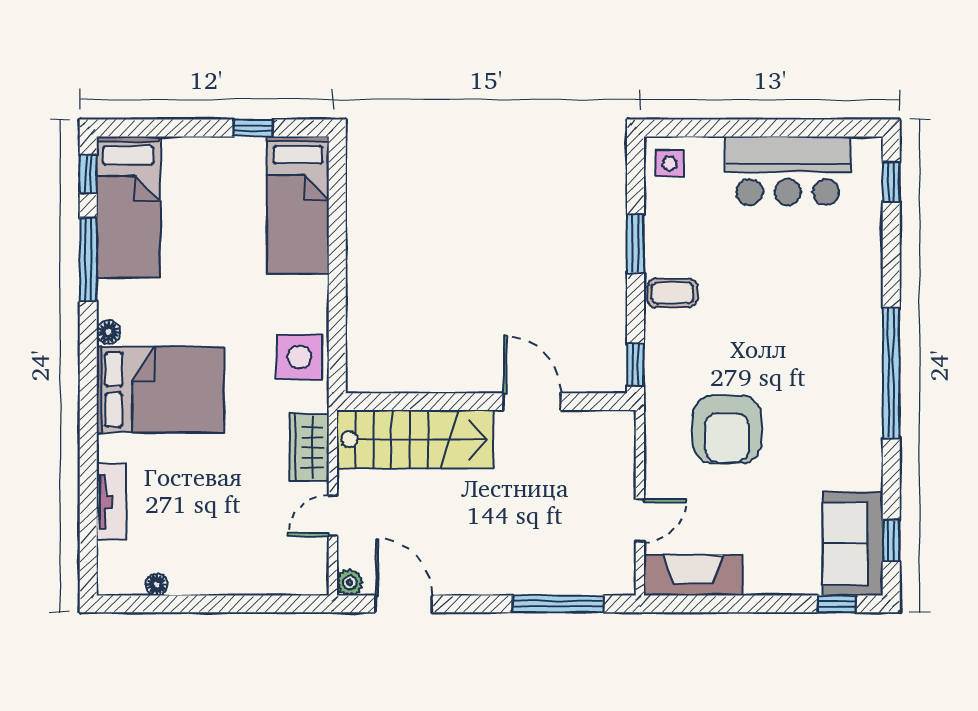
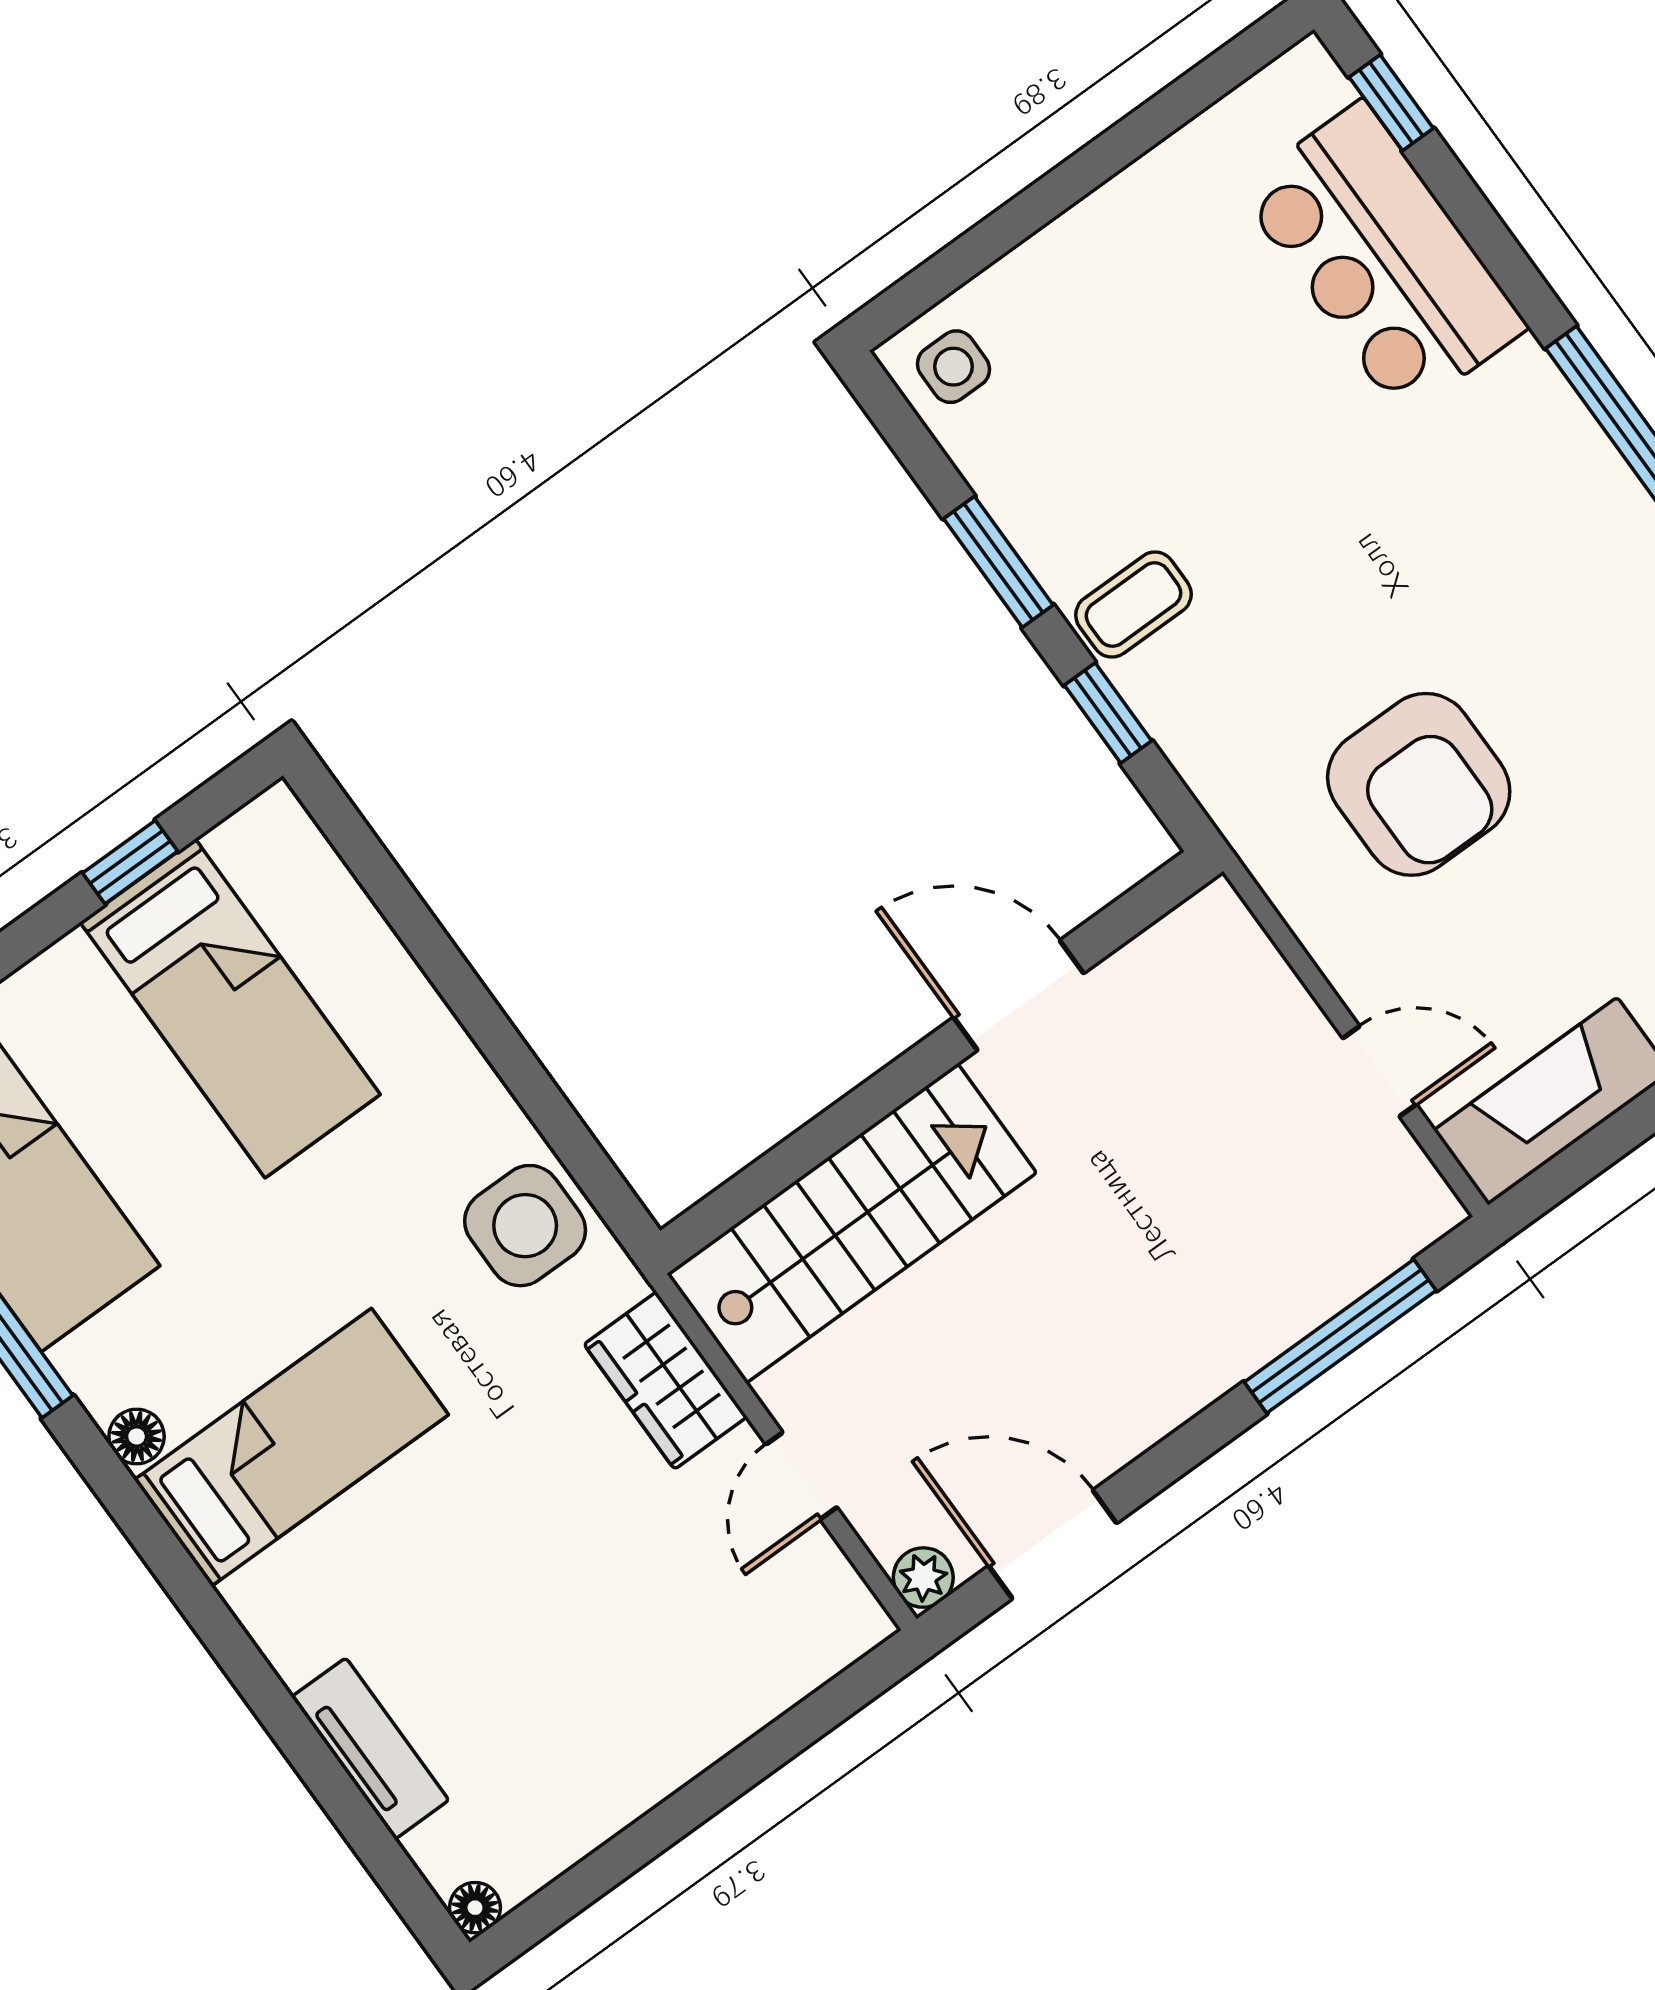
bar counter: (788, 171) -> (1382, 258), moved, turned 90
bed: (298, 205) -> (230, 1008), moved
window: (636, 365) -> (1108, 713), moved
bed: (160, 390) -> (291, 1447), width x0.67
door: (640, 521) -> (1380, 1071), hinge flipped
floor lamp: (157, 585) -> (475, 1908), moved

